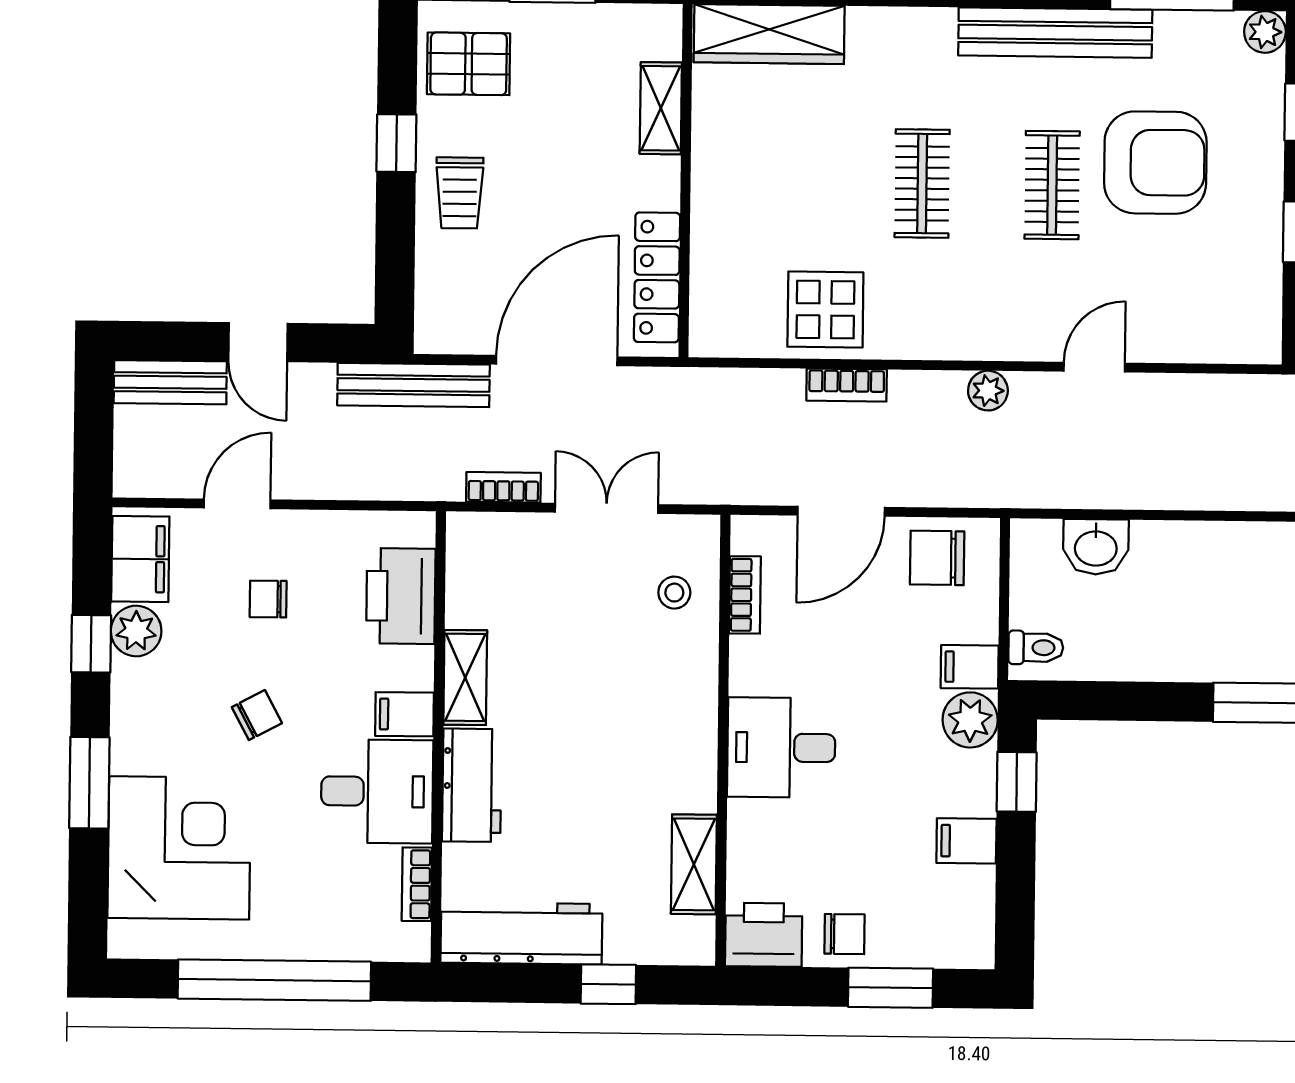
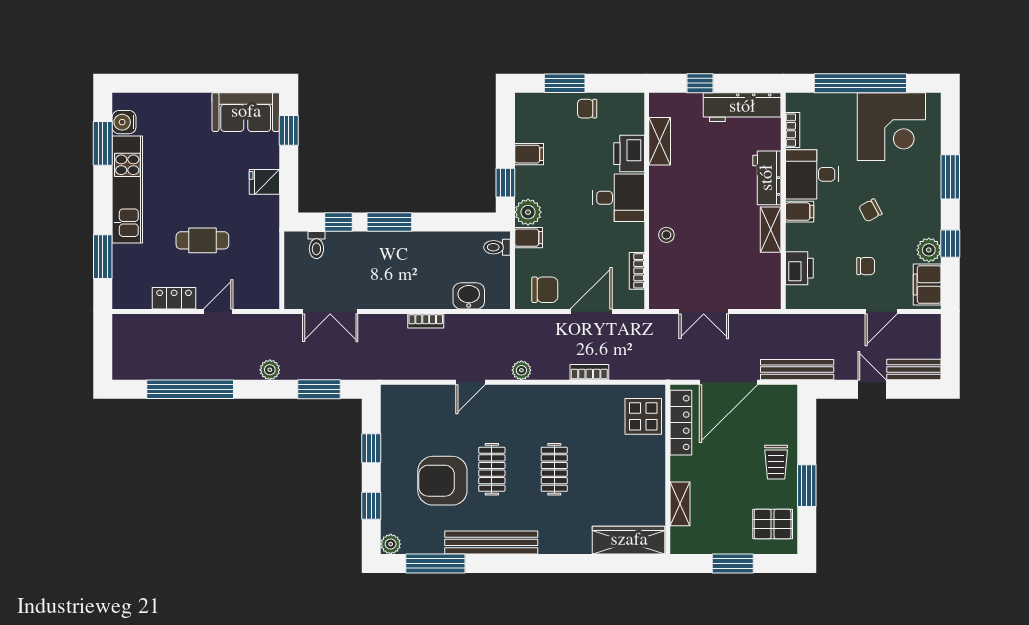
window: (396, 143) -> (807, 486), width x1.50
trolley: (460, 193) -> (776, 462), turned 180
display table: (825, 310) -> (643, 416), moved
bookcase: (503, 487) -> (426, 321), moved
stool: (674, 593) -> (666, 235), moved
printer: (401, 596) -> (799, 268), width x0.73, depth x0.84
corner desk: (179, 848) -> (891, 127), moved, turned -90
printer: (764, 935) -> (629, 154), moved, turned 90

